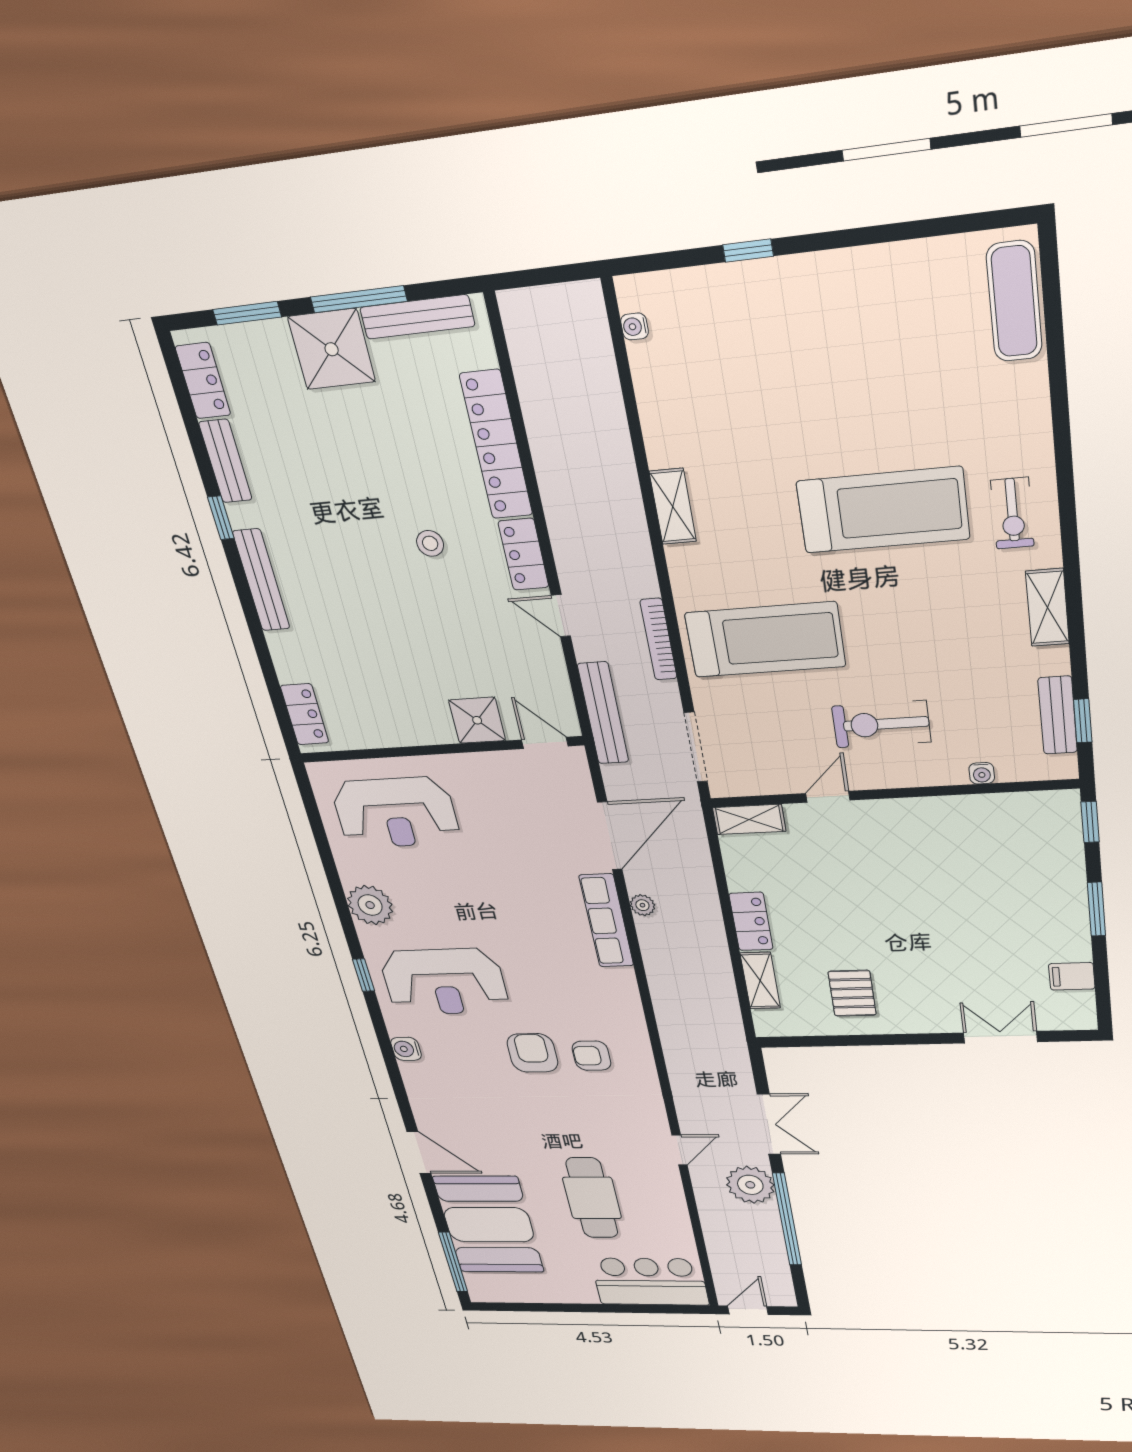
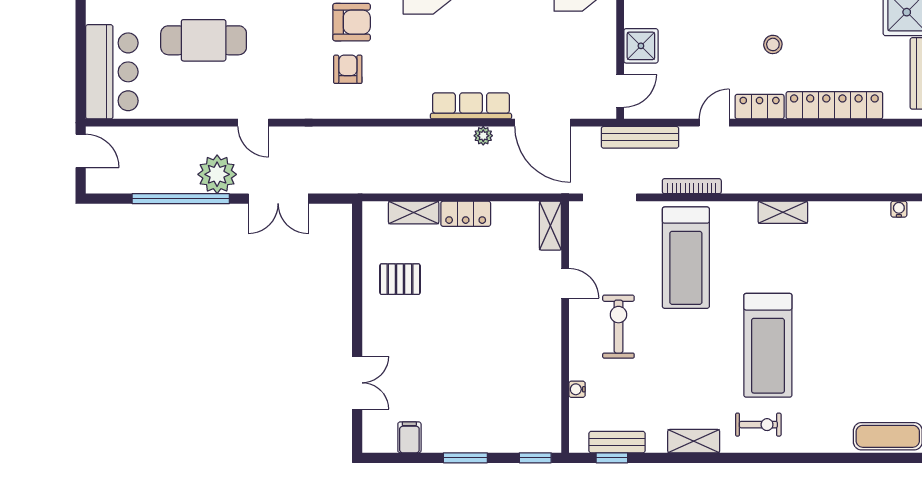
exercise bike: (1012, 513) -> (758, 425), turned 180

